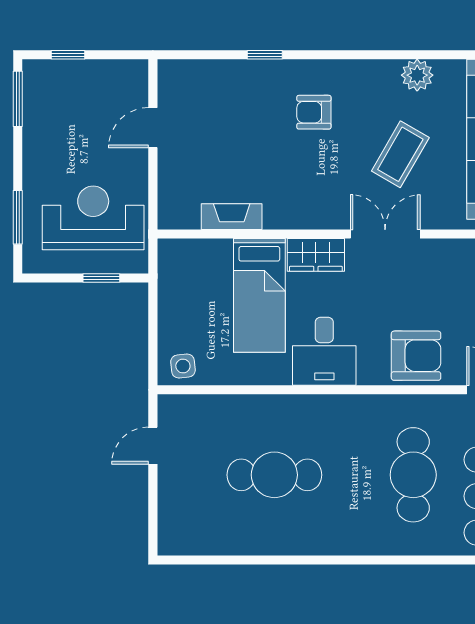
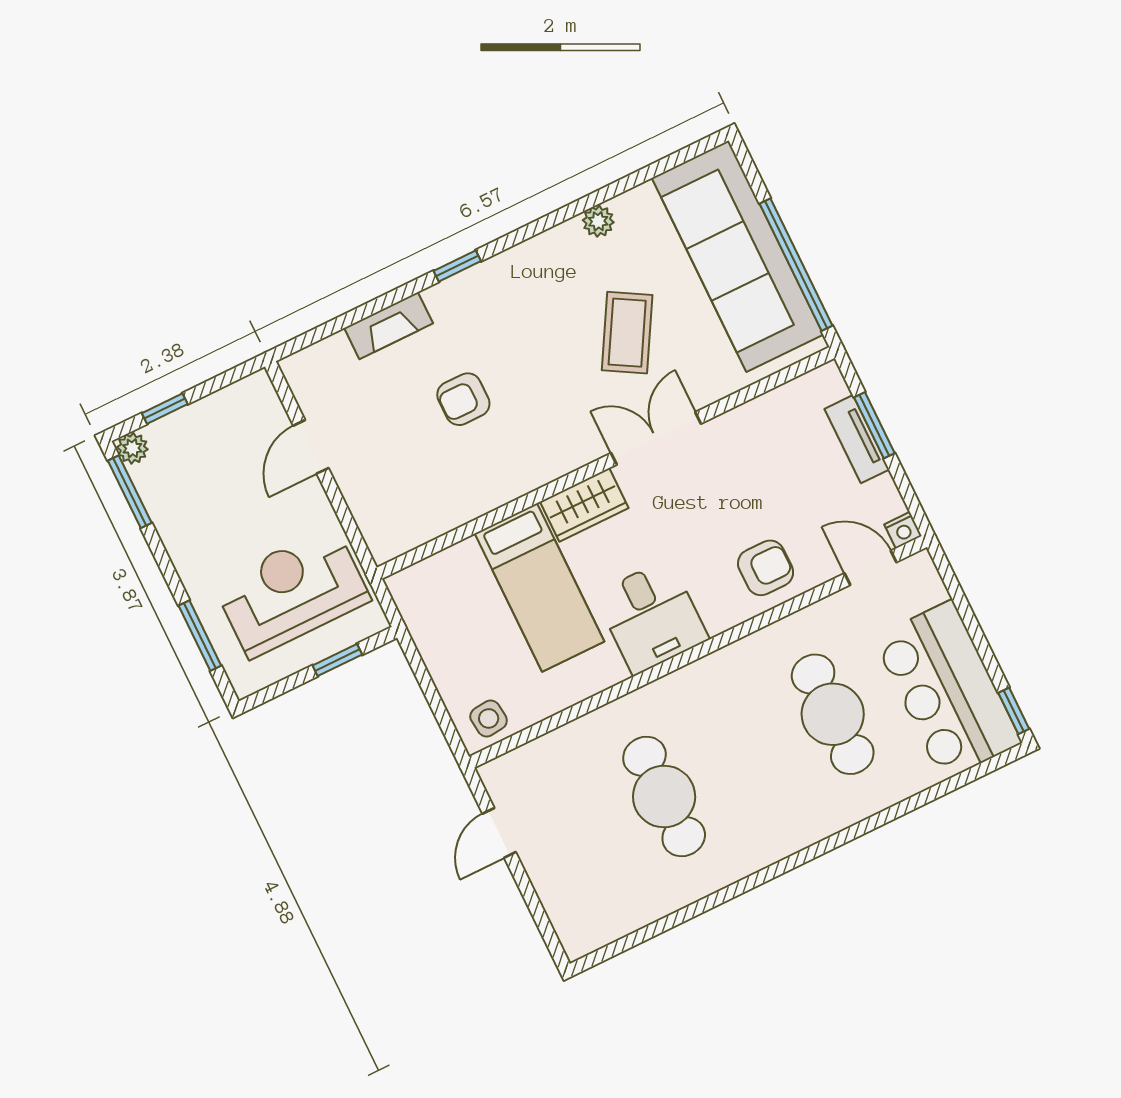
window: (265, 55) -> (457, 266), moved
plant: (34, 71) -> (132, 448), added
plant: (417, 75) -> (598, 221), width x0.73, depth x0.73
armchair: (314, 112) -> (463, 399), moved
fireplace: (232, 217) -> (389, 326), moved, turned 180
armchair: (416, 356) -> (766, 568), width x0.72, depth x0.72
cafe table: (274, 475) -> (664, 796), turned 90

